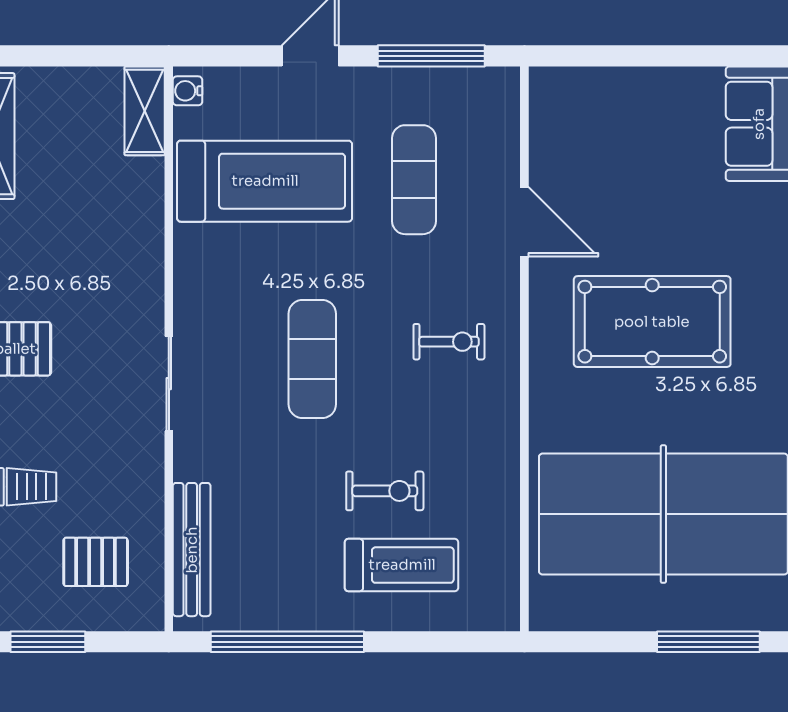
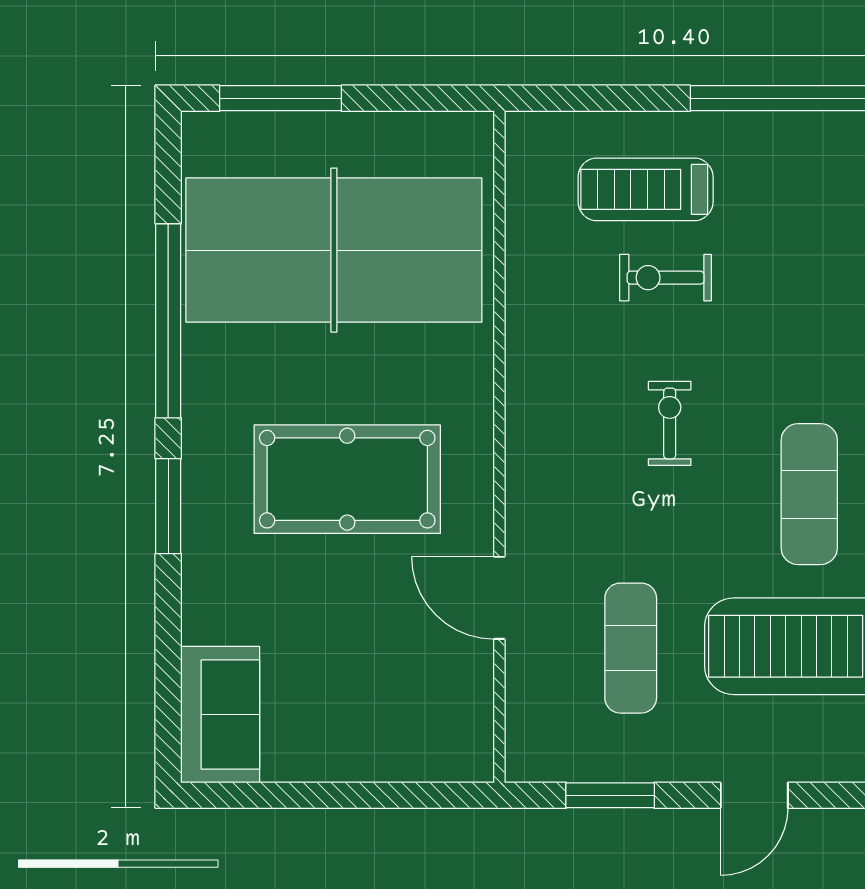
window: (431, 56) -> (610, 795), width x0.69
exercise bike: (449, 342) -> (670, 423), moved, turned 90
exercise mat: (312, 359) -> (809, 494), moved

